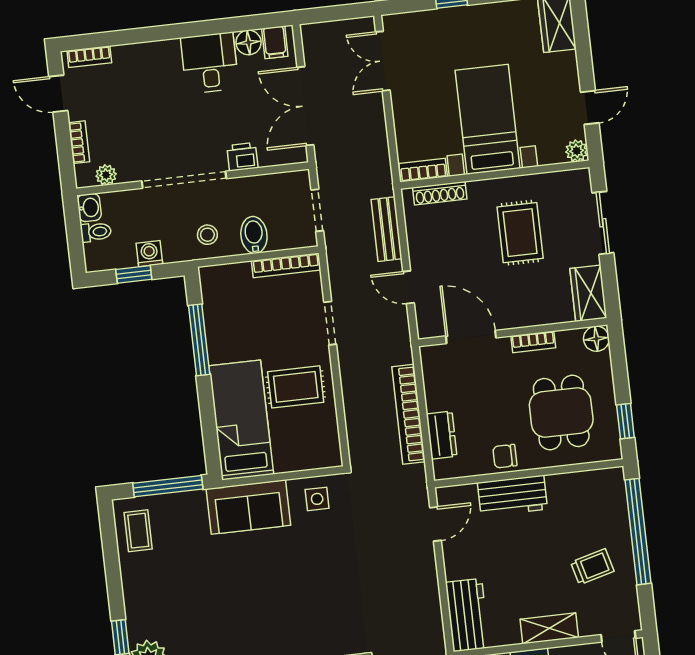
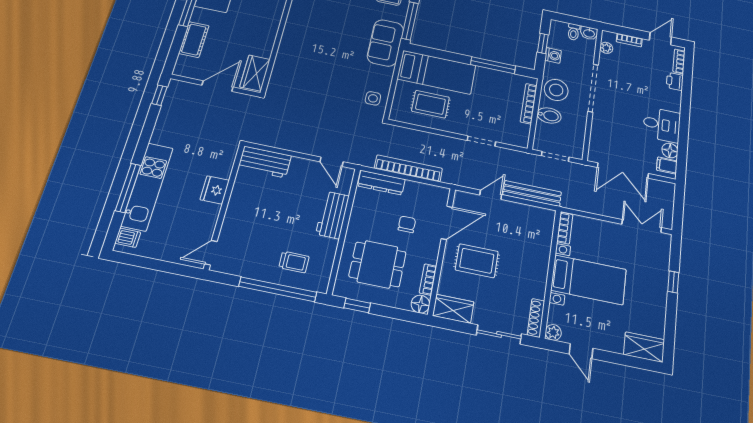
double door: (305, 106) -> (623, 170), swing flipped
printer: (242, 157) -> (675, 81), moved, turned 180
shoe rack: (440, 193) -> (536, 318), moved
bench: (387, 229) -> (532, 193), width x1.36
rug: (520, 233) -> (477, 261), moved
stool: (207, 235) -> (556, 90), width x1.89, depth x1.89
bookcase: (286, 265) -> (529, 104), moved
bookcase: (533, 342) -> (428, 280), moved
rug: (296, 387) -> (430, 104), moved, turned 90
dresser: (442, 435) -> (381, 183), width x1.44
chair: (505, 456) -> (407, 224), moved
sofa: (248, 507) -> (385, 43), moved
trolley: (592, 567) -> (294, 262), moved, turned -75
shelving: (549, 628) -> (235, 210), removed

